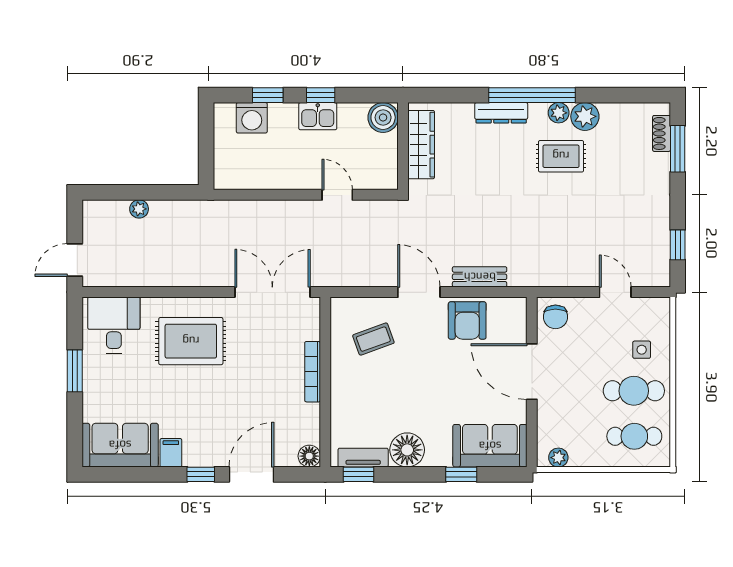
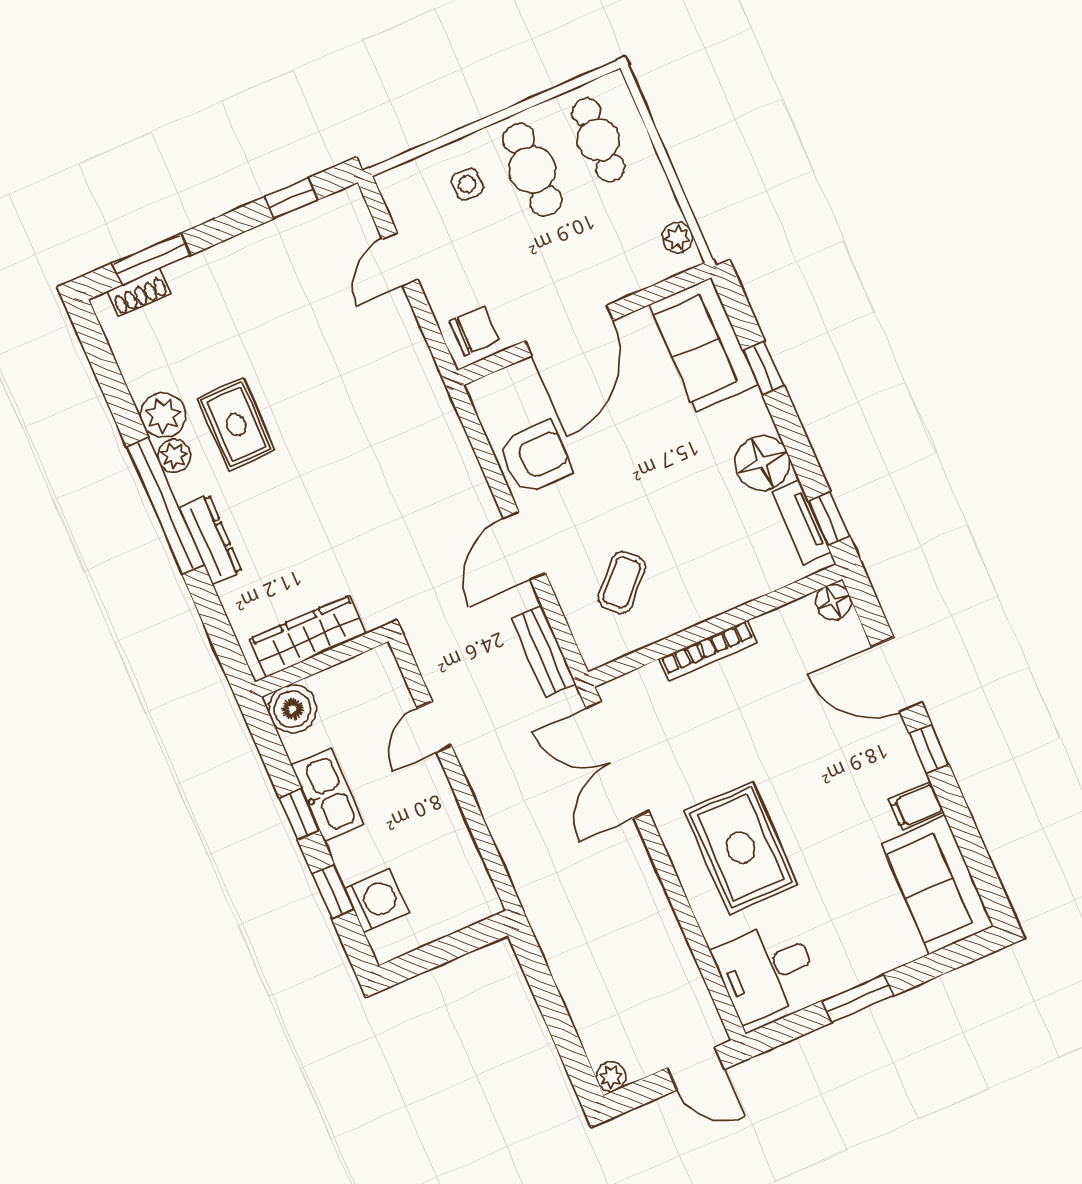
kitchen sink: (318, 116) -> (328, 795), width x1.38
plant: (139, 209) -> (611, 1077), moved
bench: (480, 277) -> (544, 651), moved
coffee table: (373, 339) -> (622, 582), turned 64

